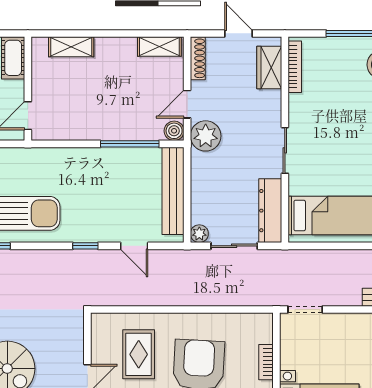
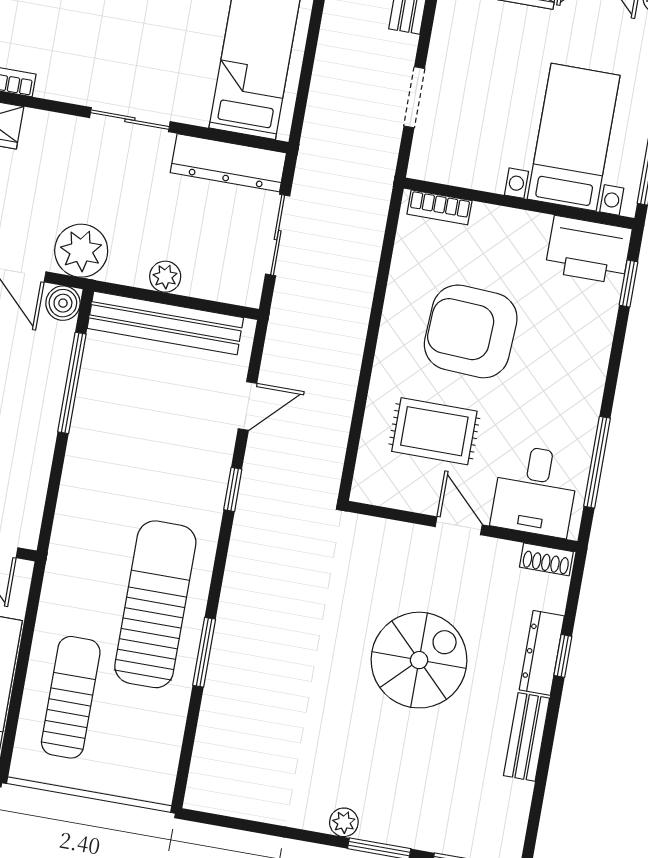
plant: (199, 234) -> (165, 277), moved
doorway: (305, 310) -> (414, 97), moved
bookcase: (266, 362) -> (439, 207), moved

